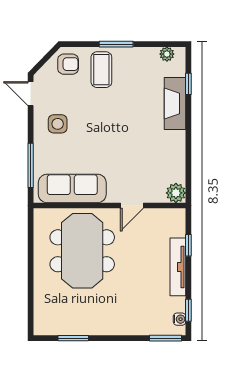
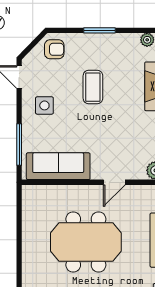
coffee table: (101, 70) -> (93, 87), moved
meeting table: (82, 251) -> (86, 242), moved, turned 90

